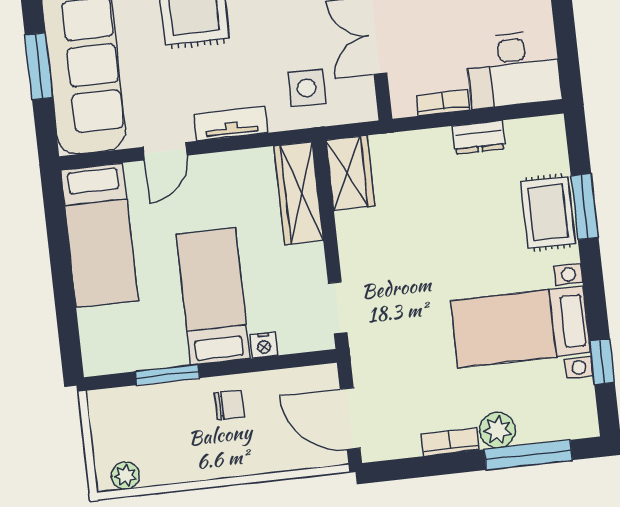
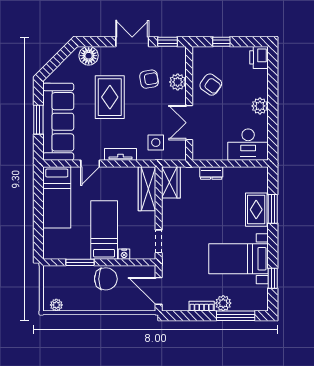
bookcase: (443, 103) -> (215, 156), removed
dresser: (479, 137) -> (211, 173), moved
chair: (229, 405) -> (106, 279), width x1.87, depth x1.87

